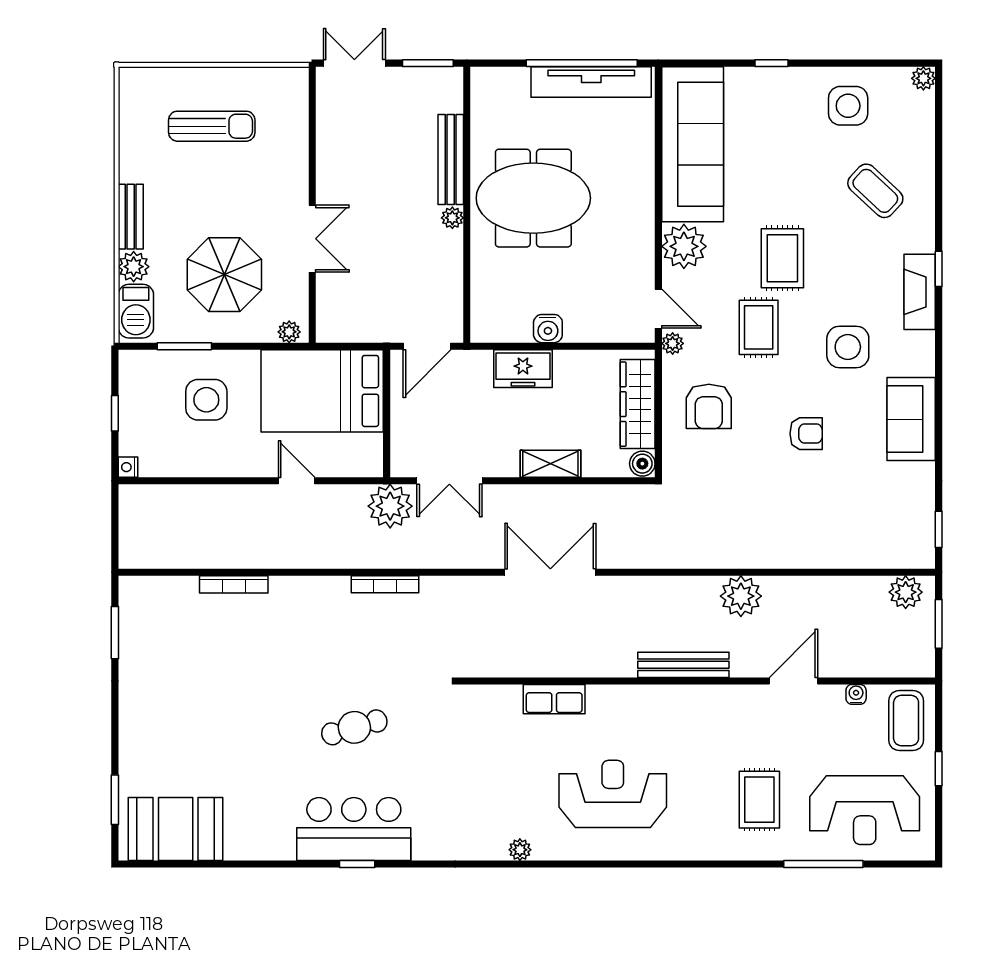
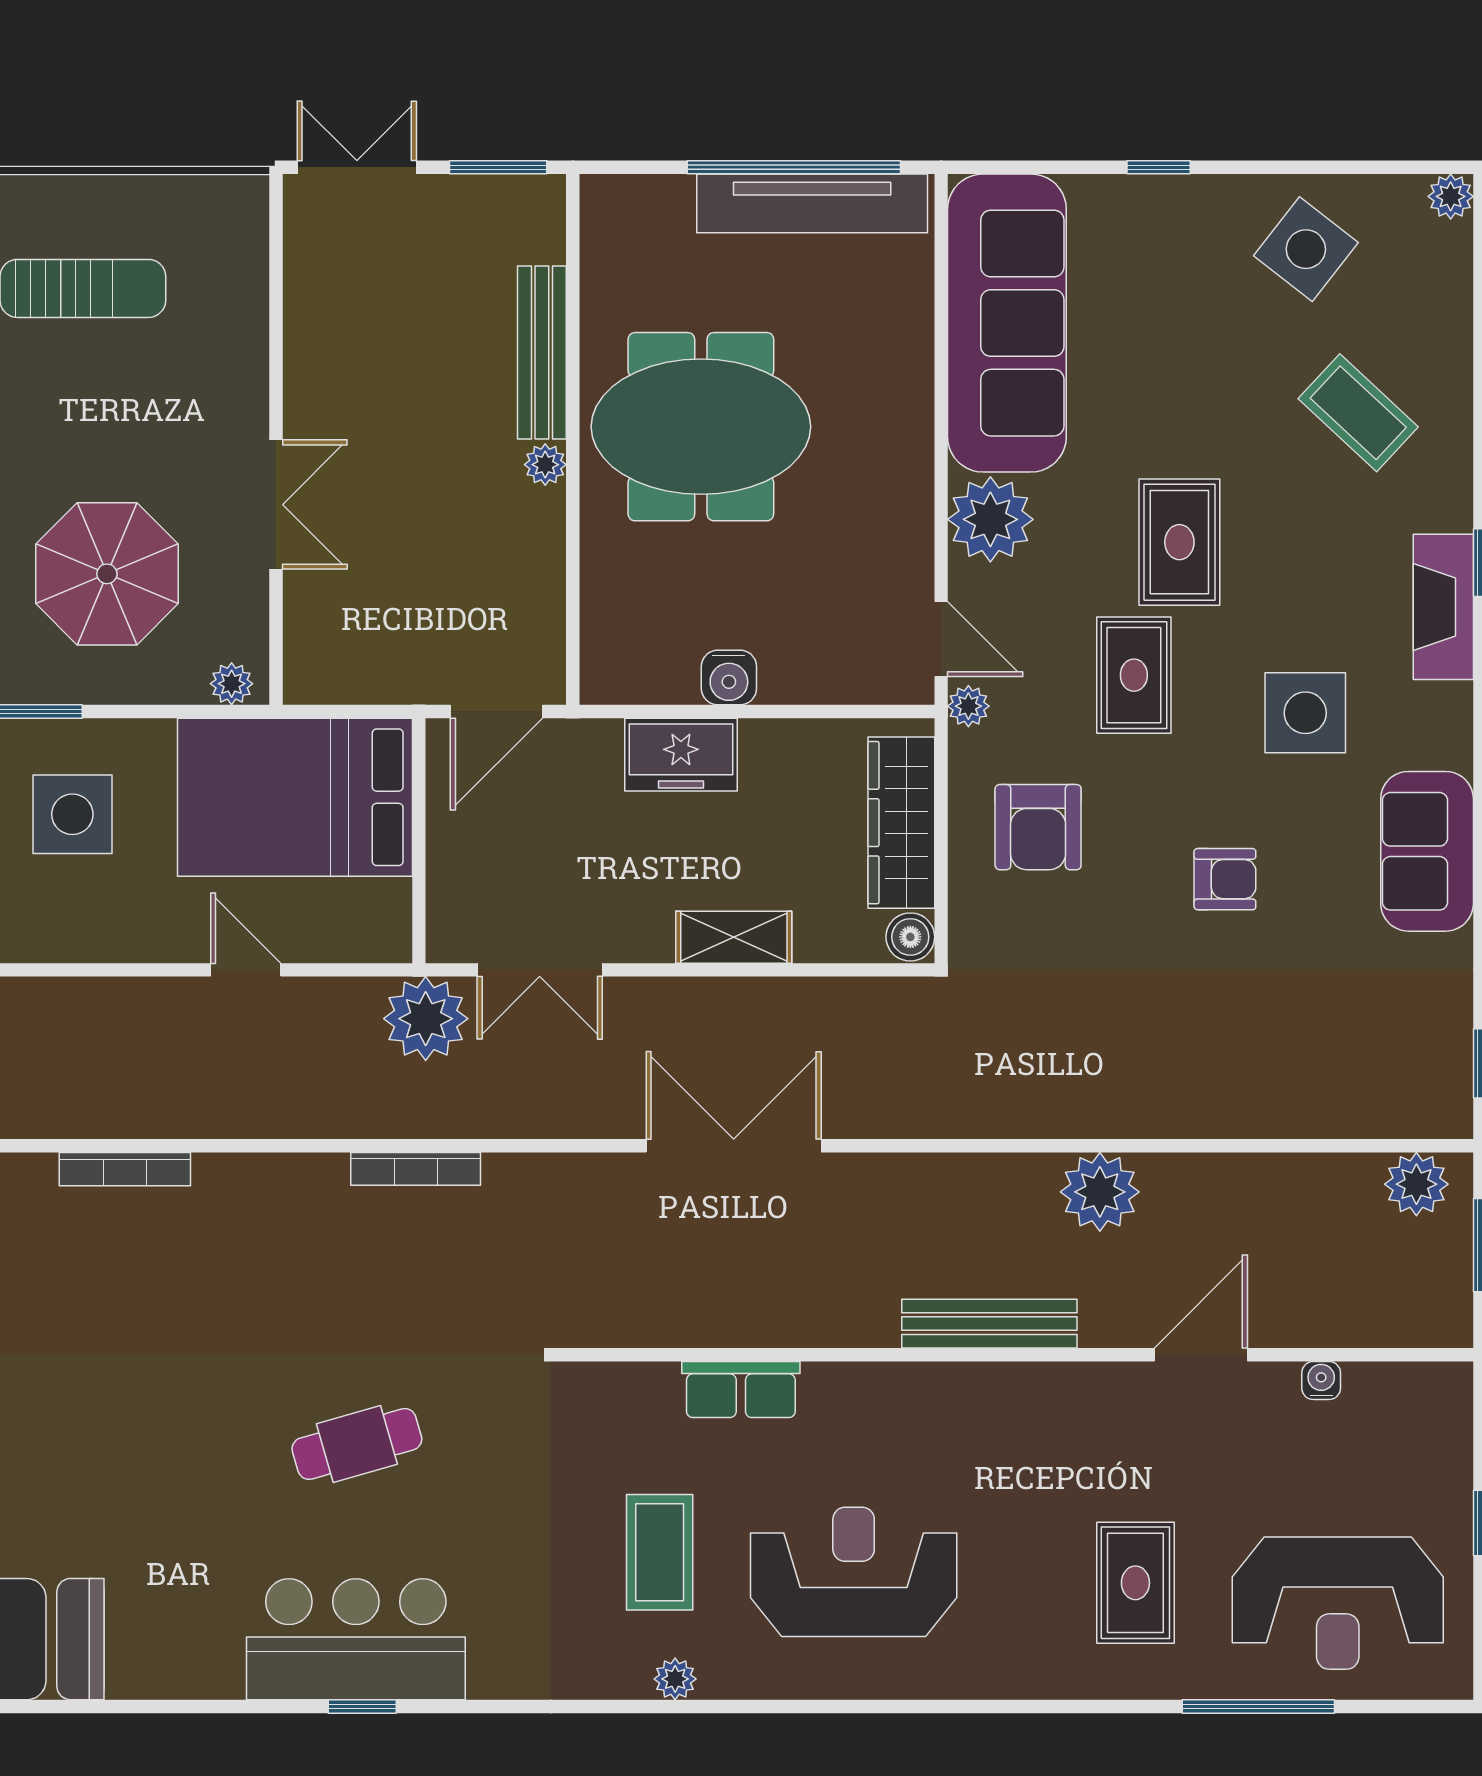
side table: (848, 106) -> (1306, 249), turned 38
coffee table: (906, 721) -> (660, 1552), moved

